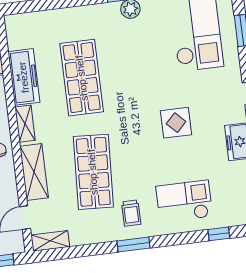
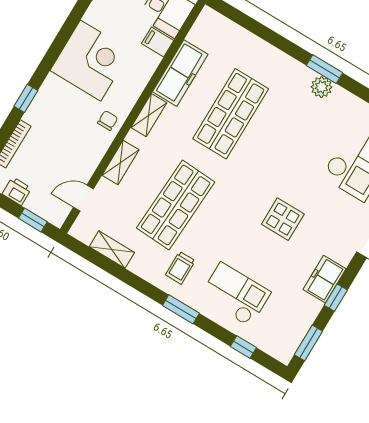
shelving: (34, 172) -> (121, 163), width x0.67, depth x0.75
shelving: (50, 241) -> (112, 250), moved
window: (134, 244) -> (181, 309), moved

